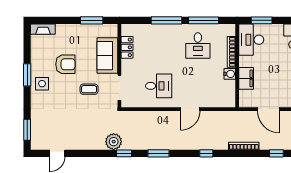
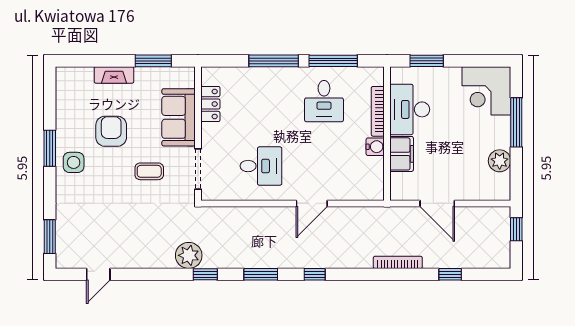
fireplace: (43, 29) -> (114, 75), moved
desk: (251, 40) -> (410, 109), moved
armchair: (65, 64) -> (111, 131), turned -90
window: (206, 153) -> (315, 274), moved

